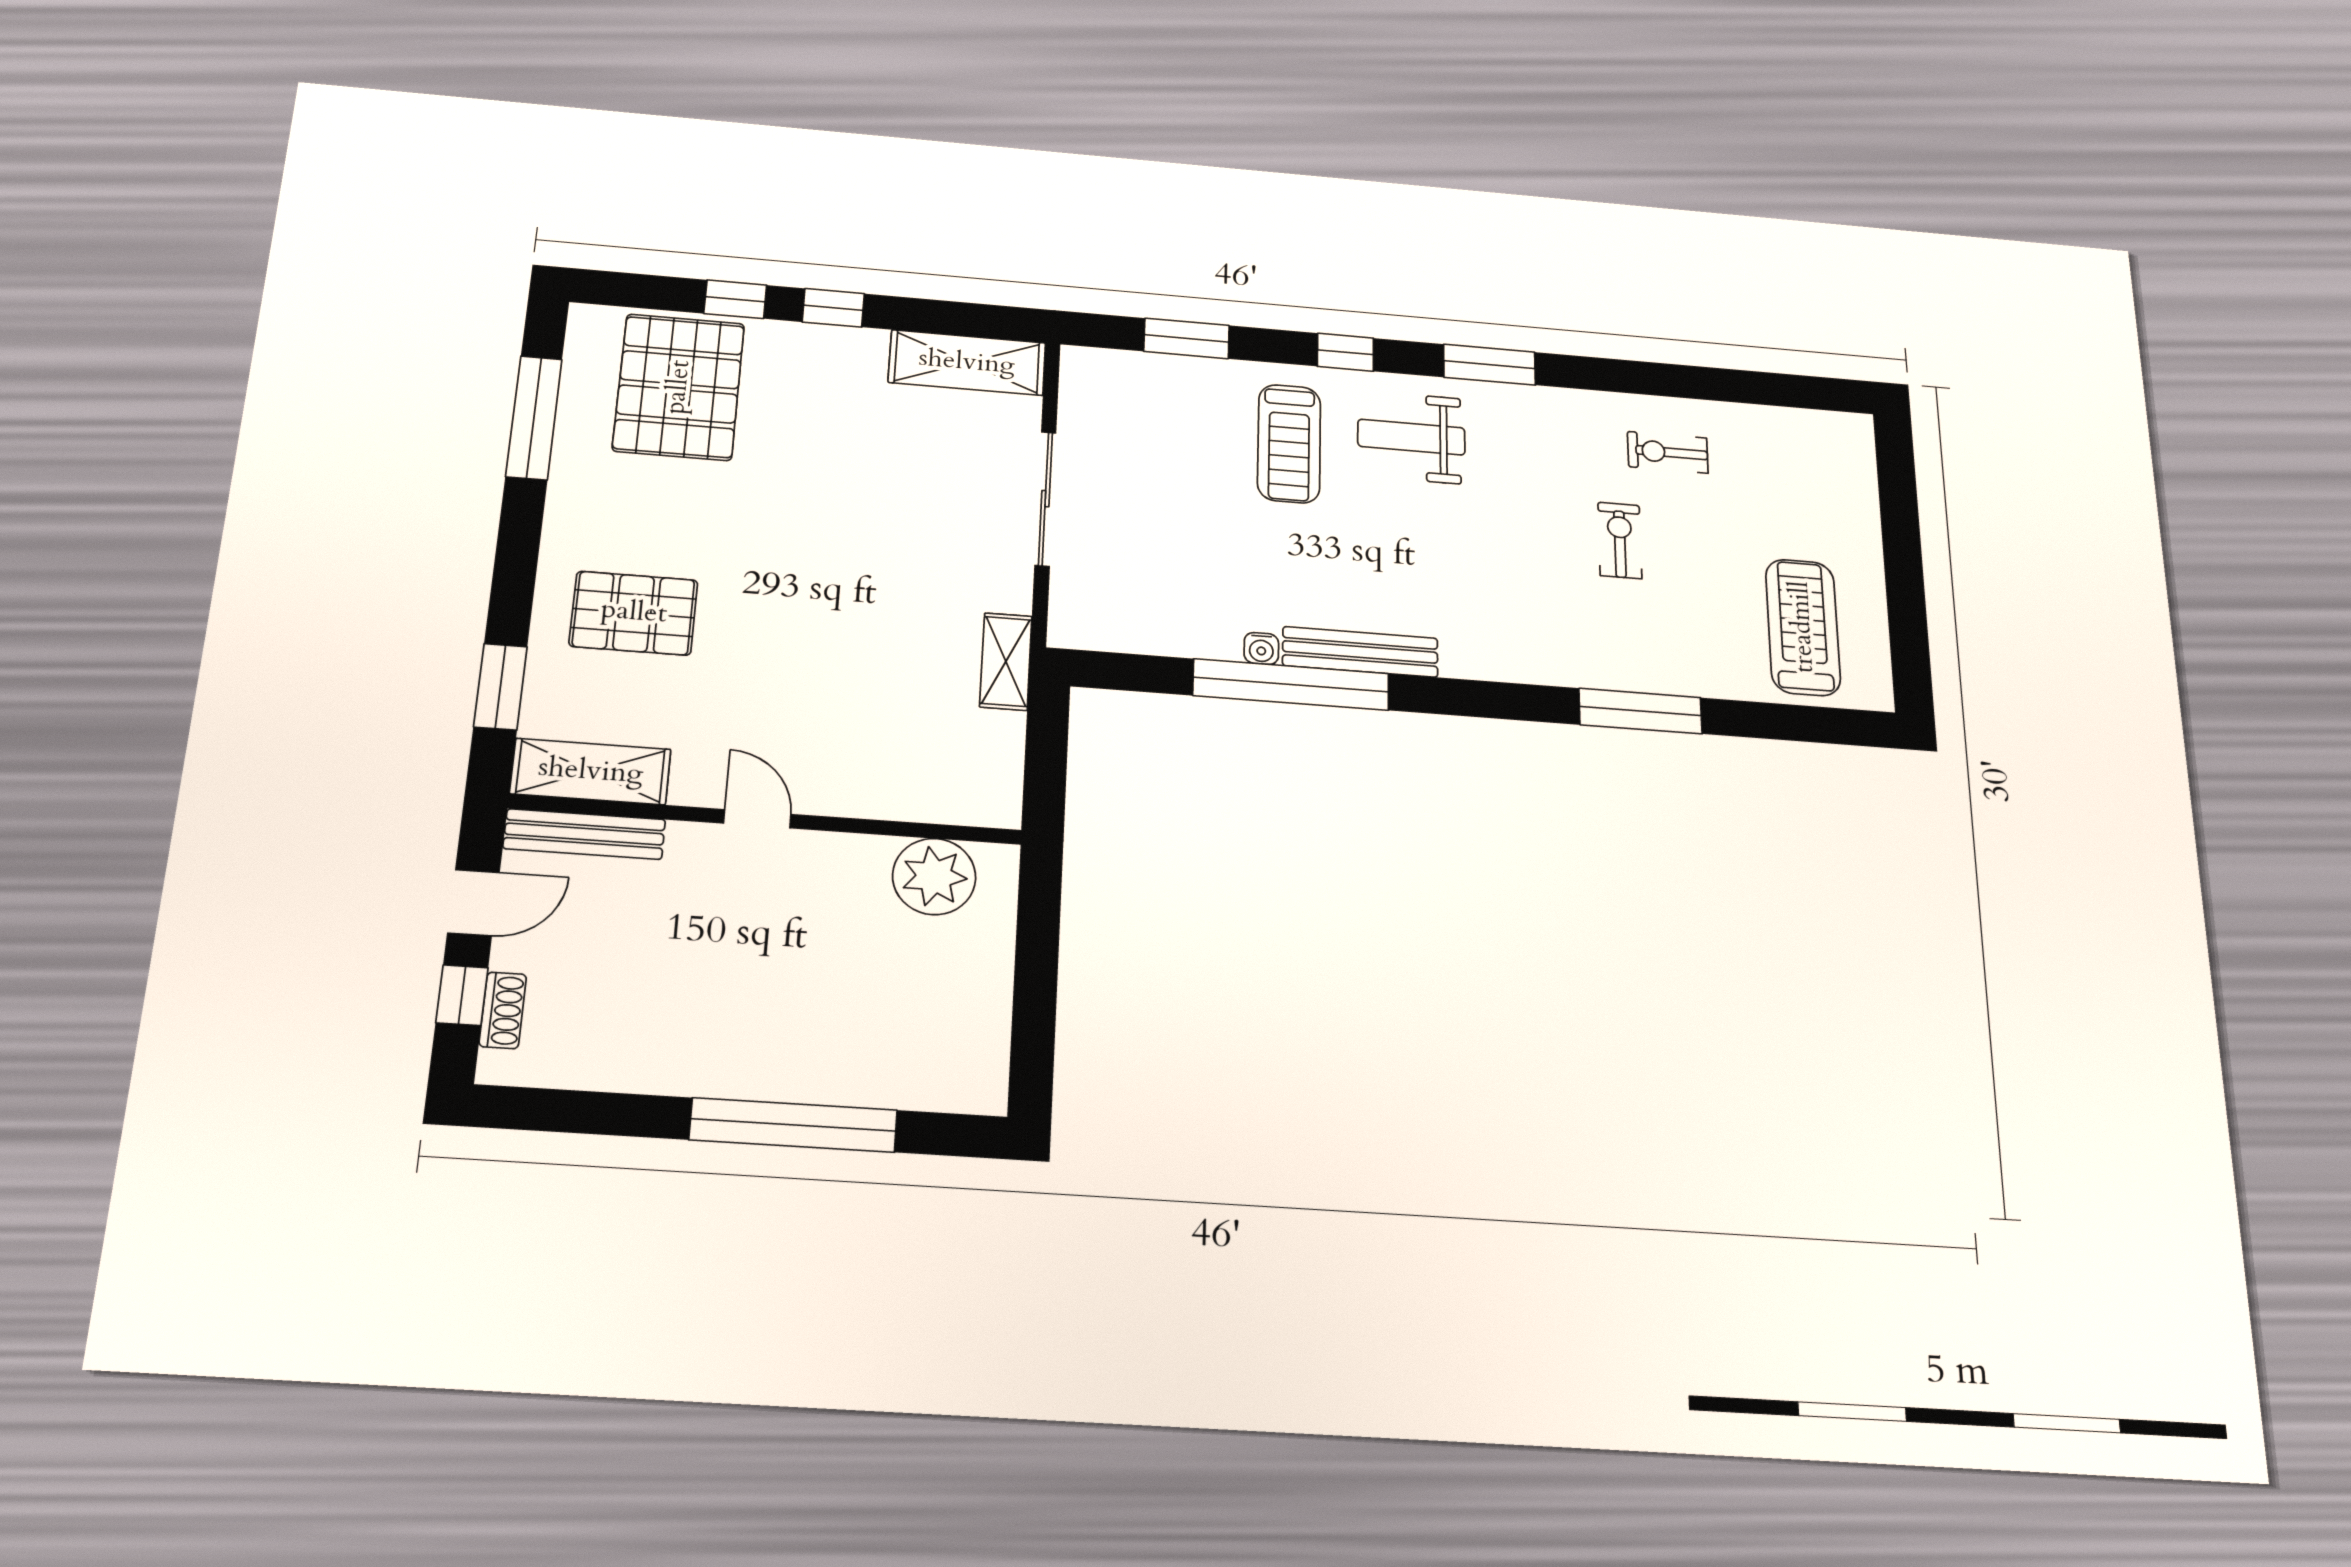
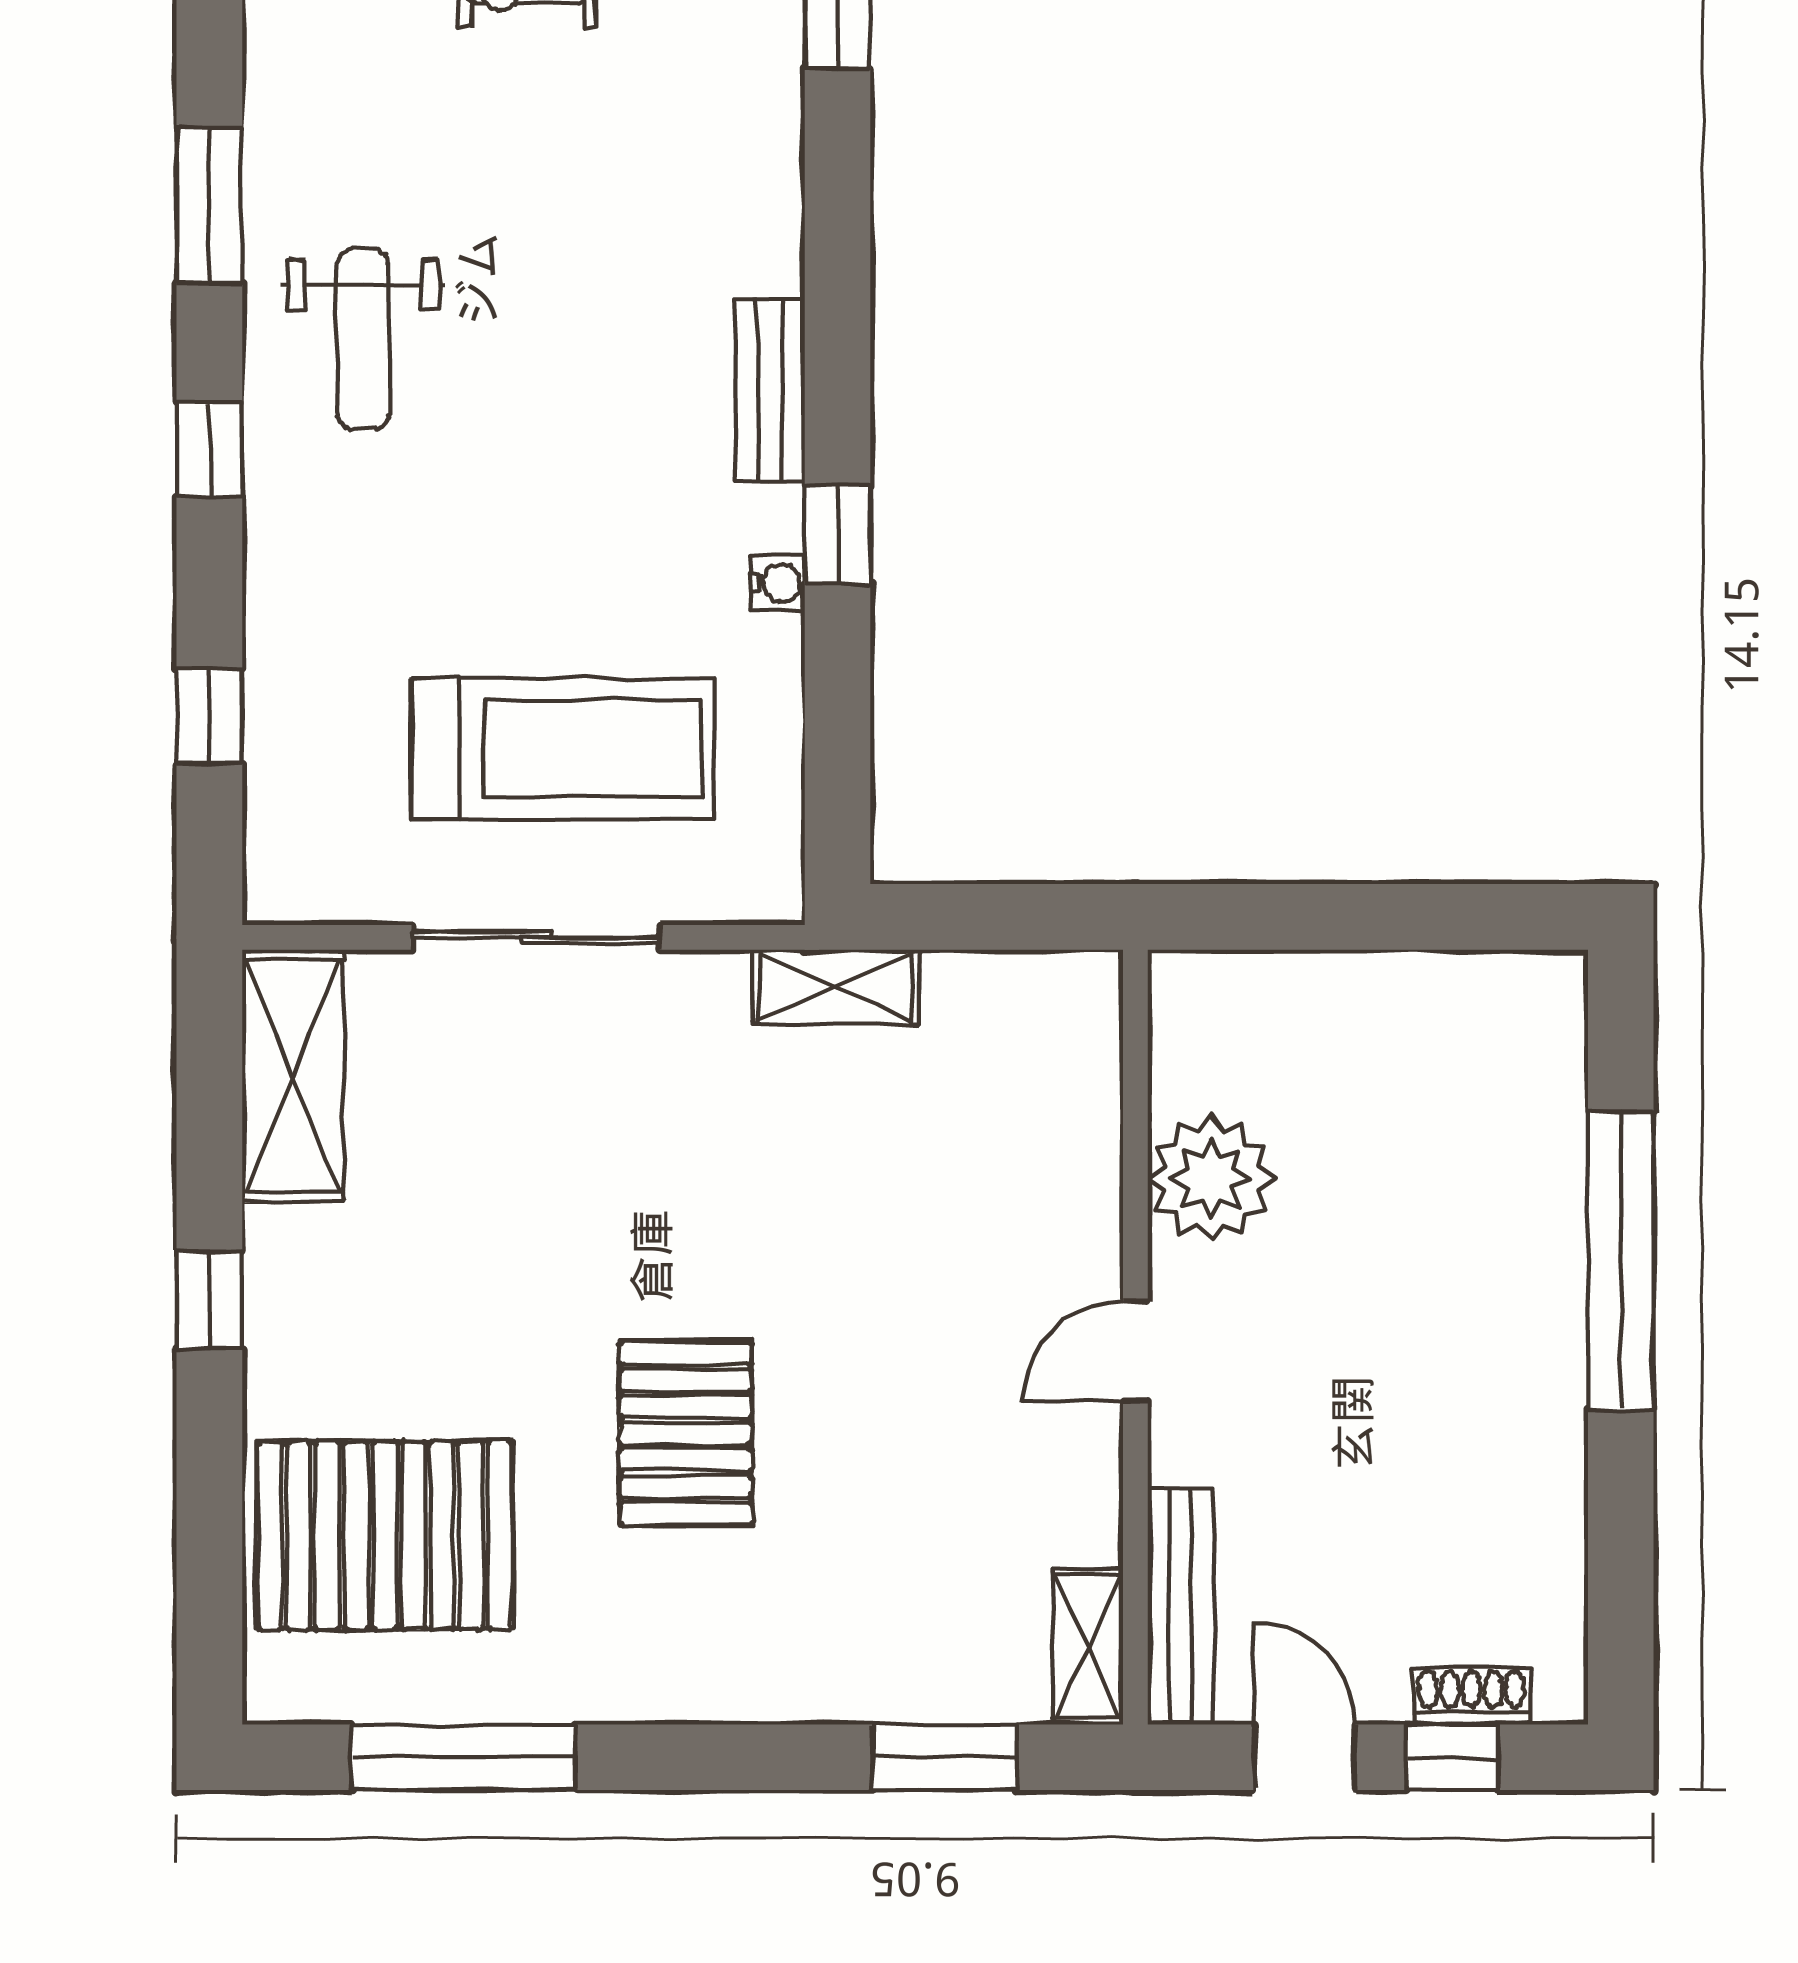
window: (735, 299) -> (209, 1459), removed
window: (1187, 338) -> (209, 716), width x0.67
treadmill: (1289, 444) -> (563, 749), moved, width x1.37, depth x1.38
pallet: (634, 613) -> (686, 1433), moved
bench: (1360, 652) -> (770, 390), width x0.73
window: (1291, 685) -> (838, 534), width x0.32
shelving: (591, 772) -> (1088, 1647), width x0.67, depth x0.75
plant: (934, 877) -> (1211, 1178), moved

